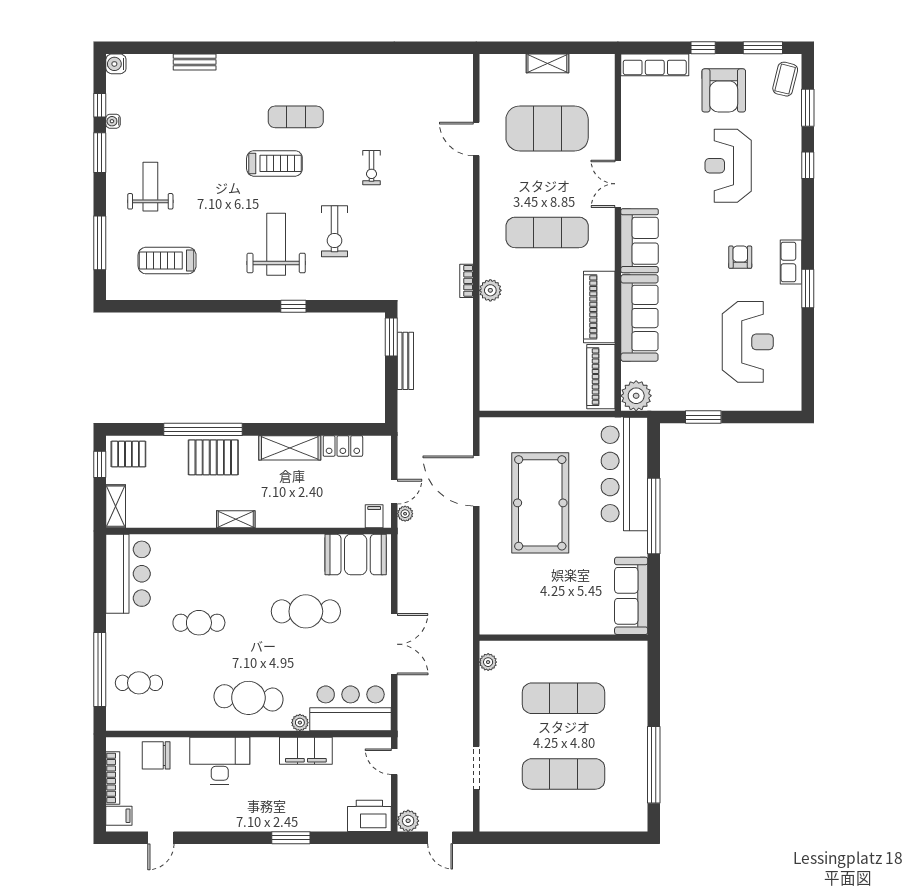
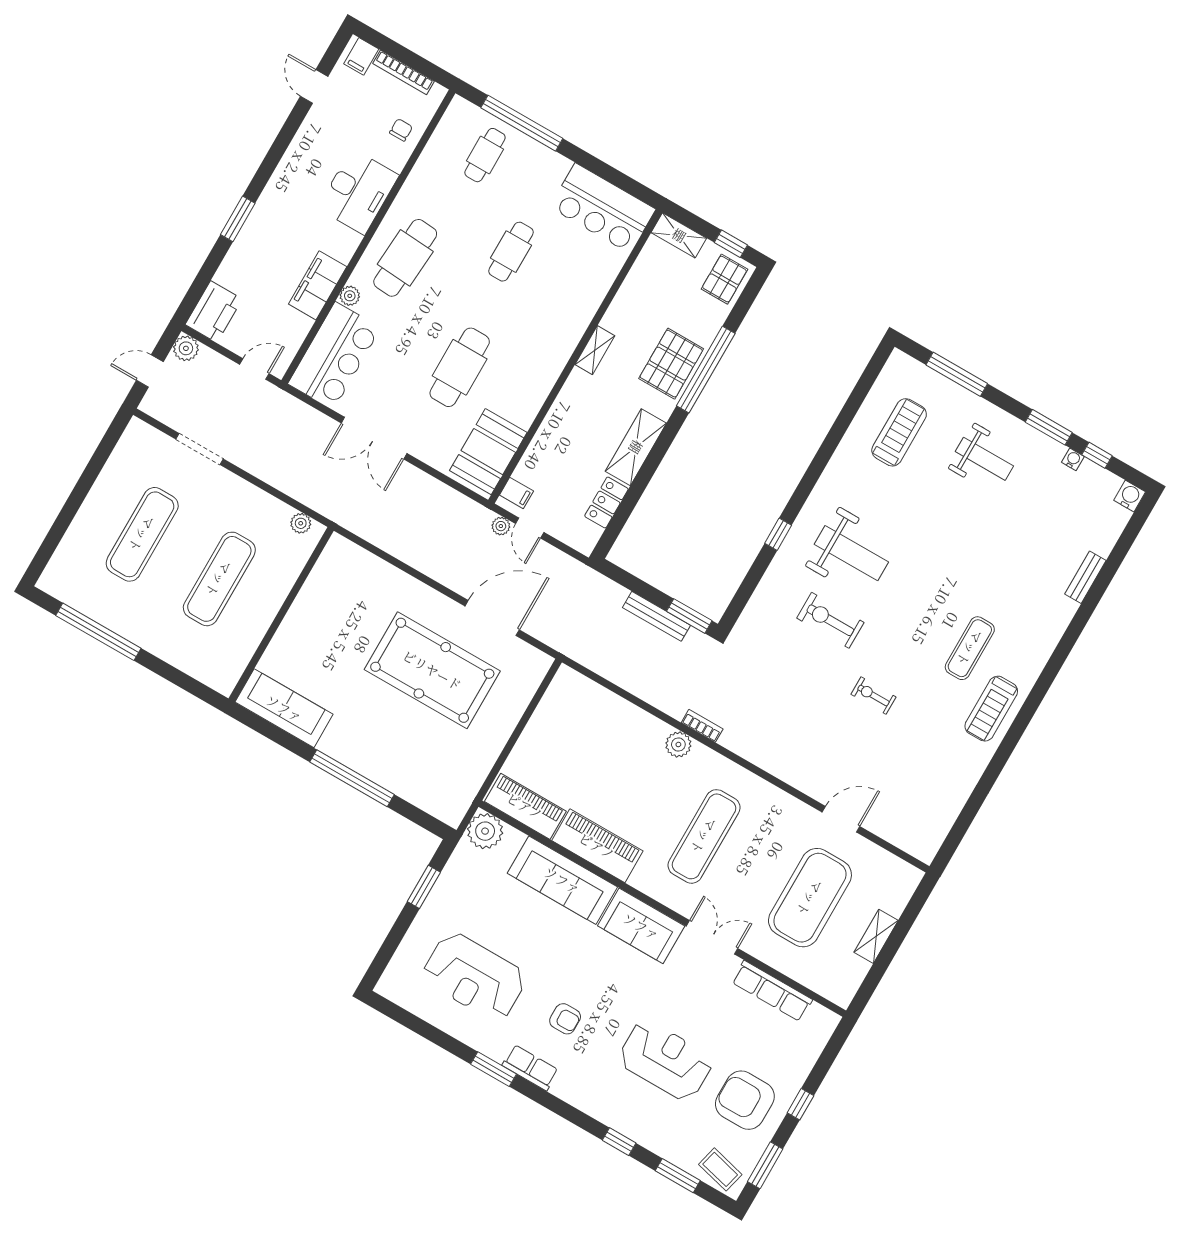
row of seats: (655, 65) -> (772, 991), moved, turned -90
treadmill: (274, 163) -> (991, 709), moved
bar counter: (624, 474) -> (412, 773), removed
chair: (156, 755) -> (401, 130), width x0.54, depth x0.54

